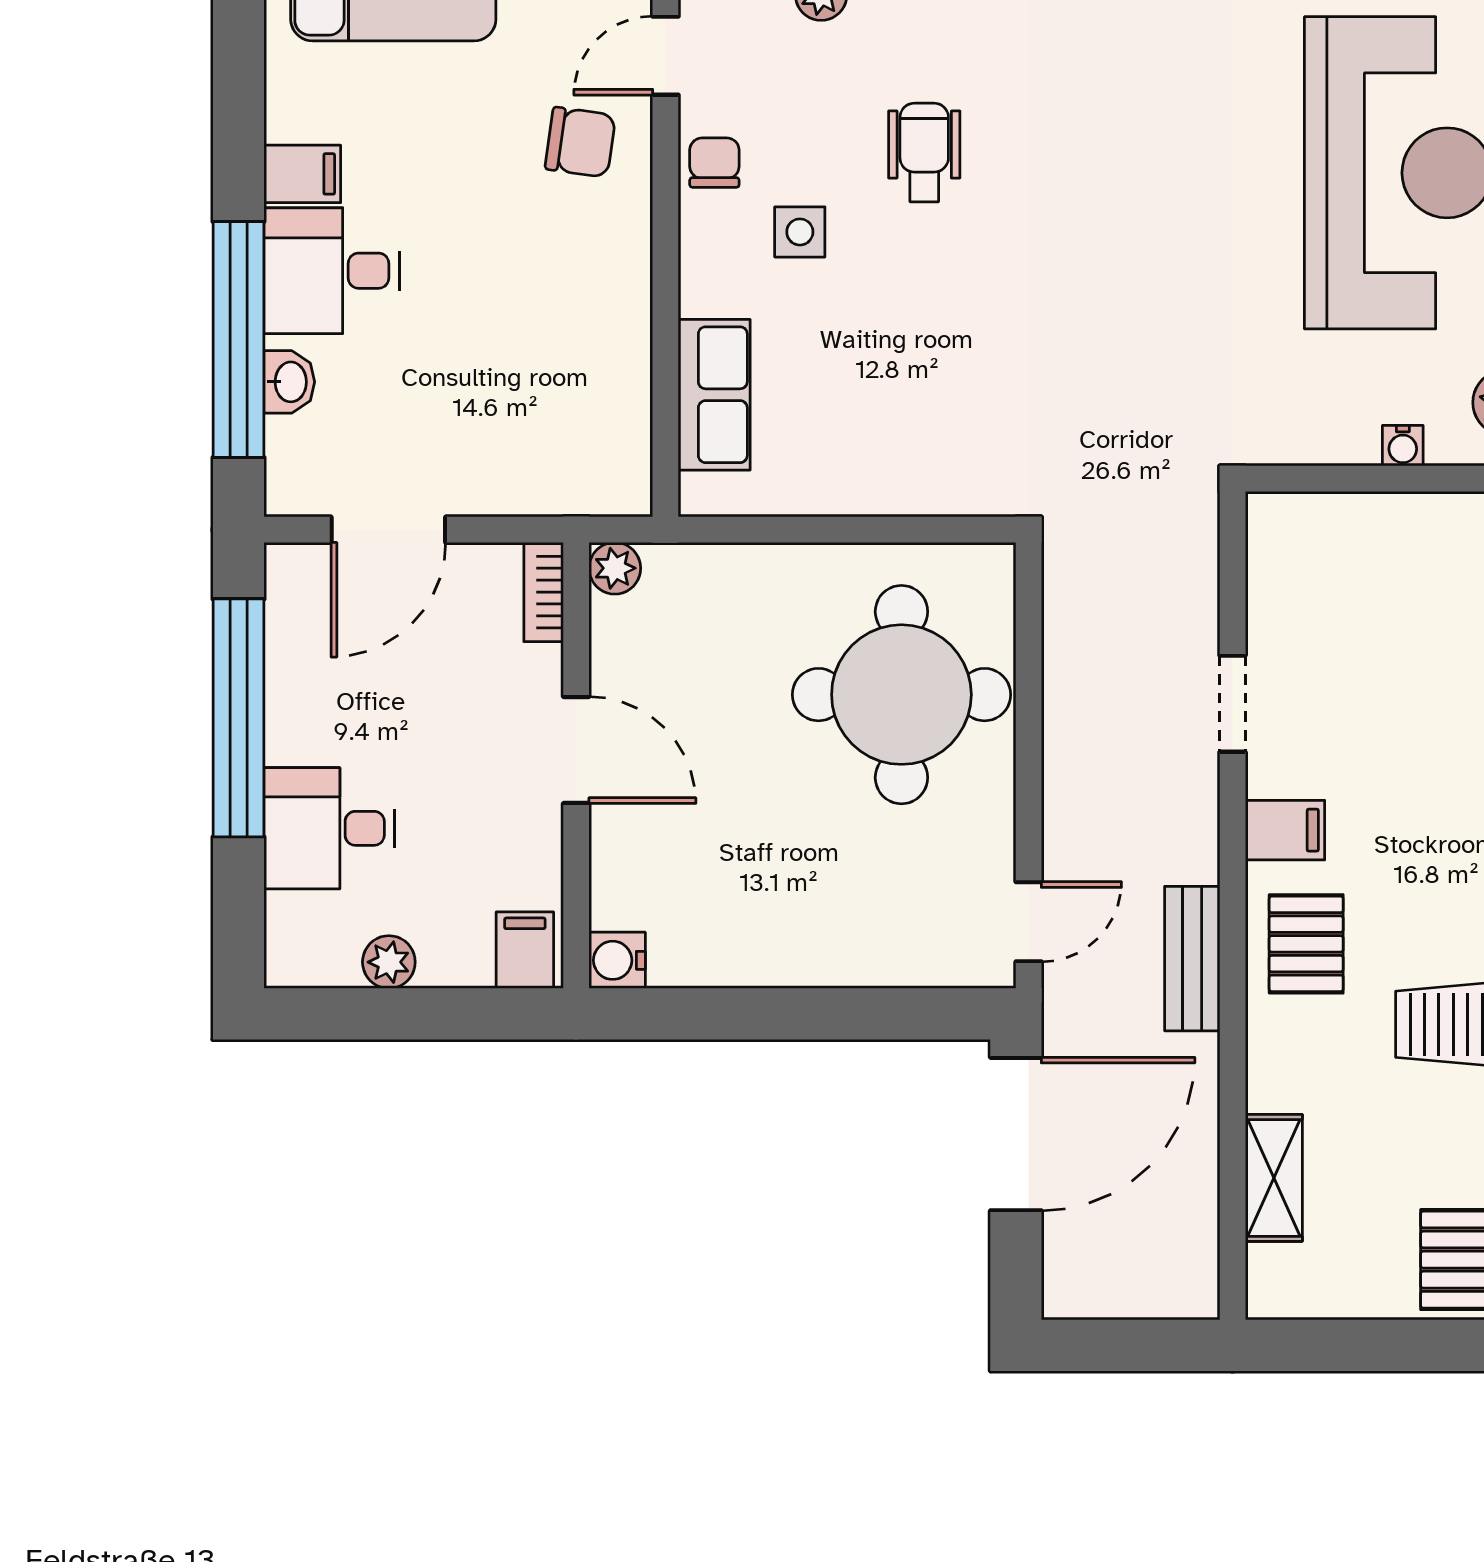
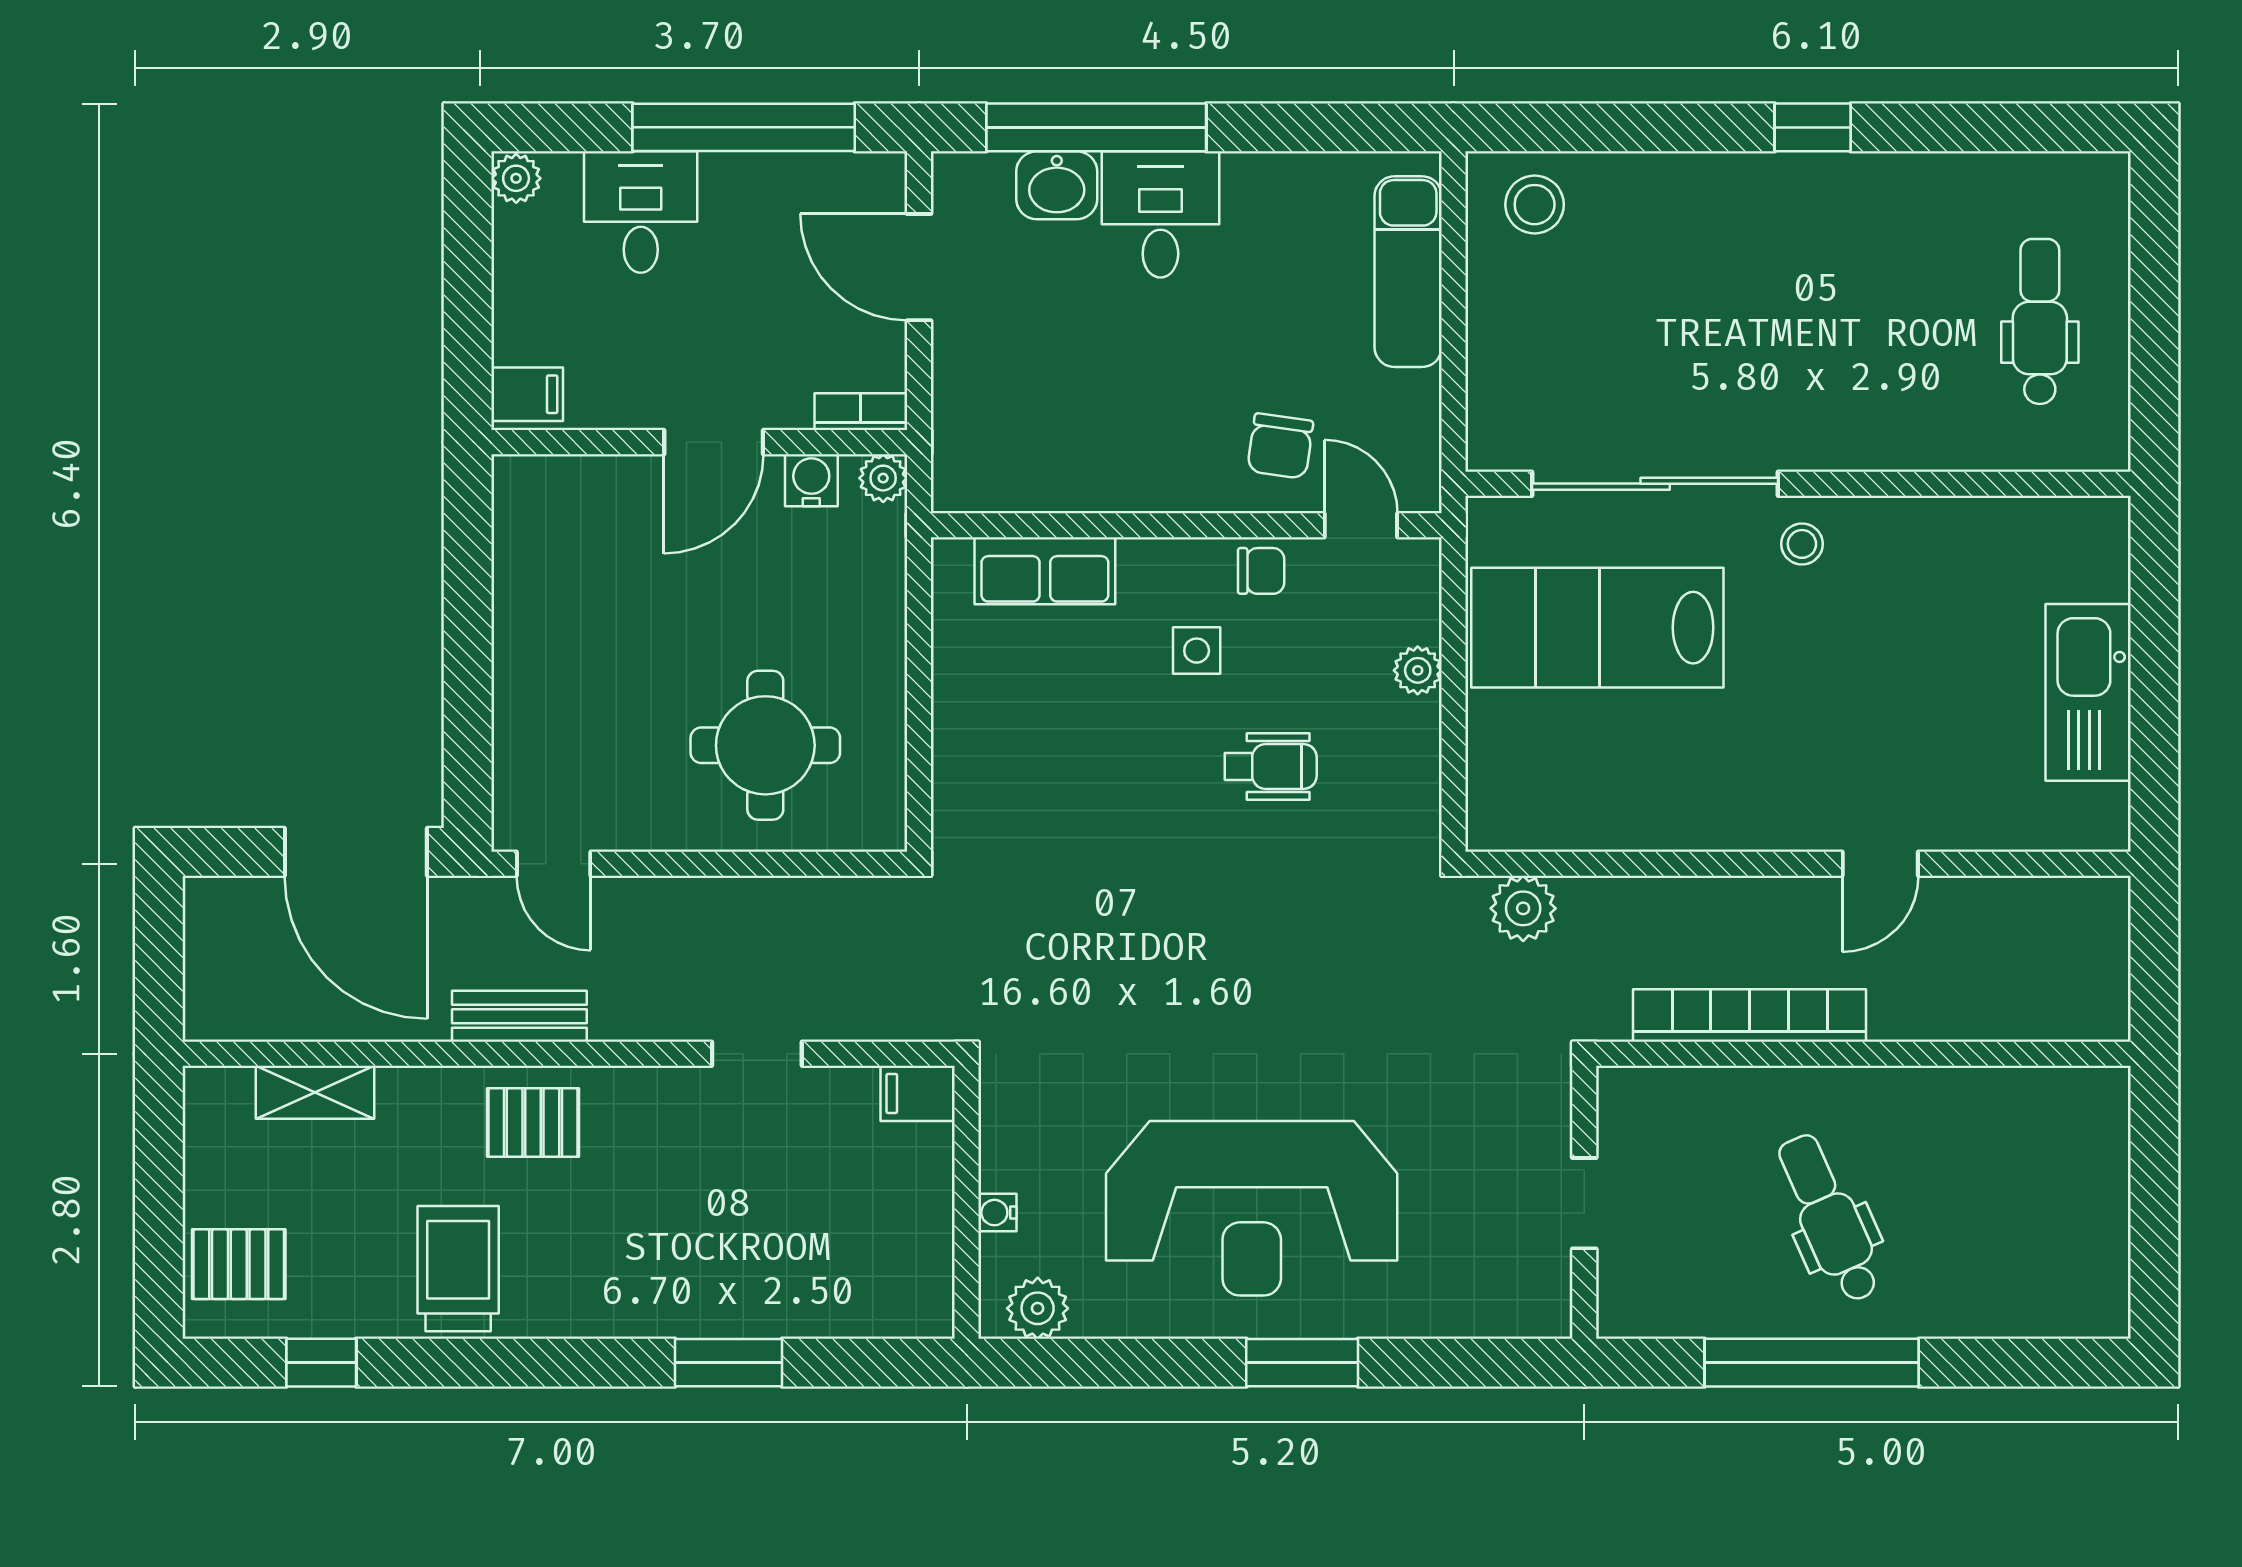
filing cabinet: (302, 174) -> (1251, 187), removed
washbasin: (289, 382) -> (1057, 185), width x1.38, depth x1.45
round table: (901, 695) -> (765, 745), width x0.73, depth x0.73
filing cabinet: (1285, 830) -> (918, 1093), moved, turned 90
water cooler: (617, 960) -> (811, 480), moved
plant: (389, 962) -> (516, 178), moved

